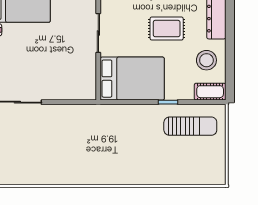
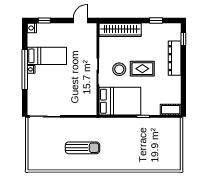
stool: (206, 60) -> (119, 69), moved
sun lounger: (190, 126) -> (83, 148), moved

